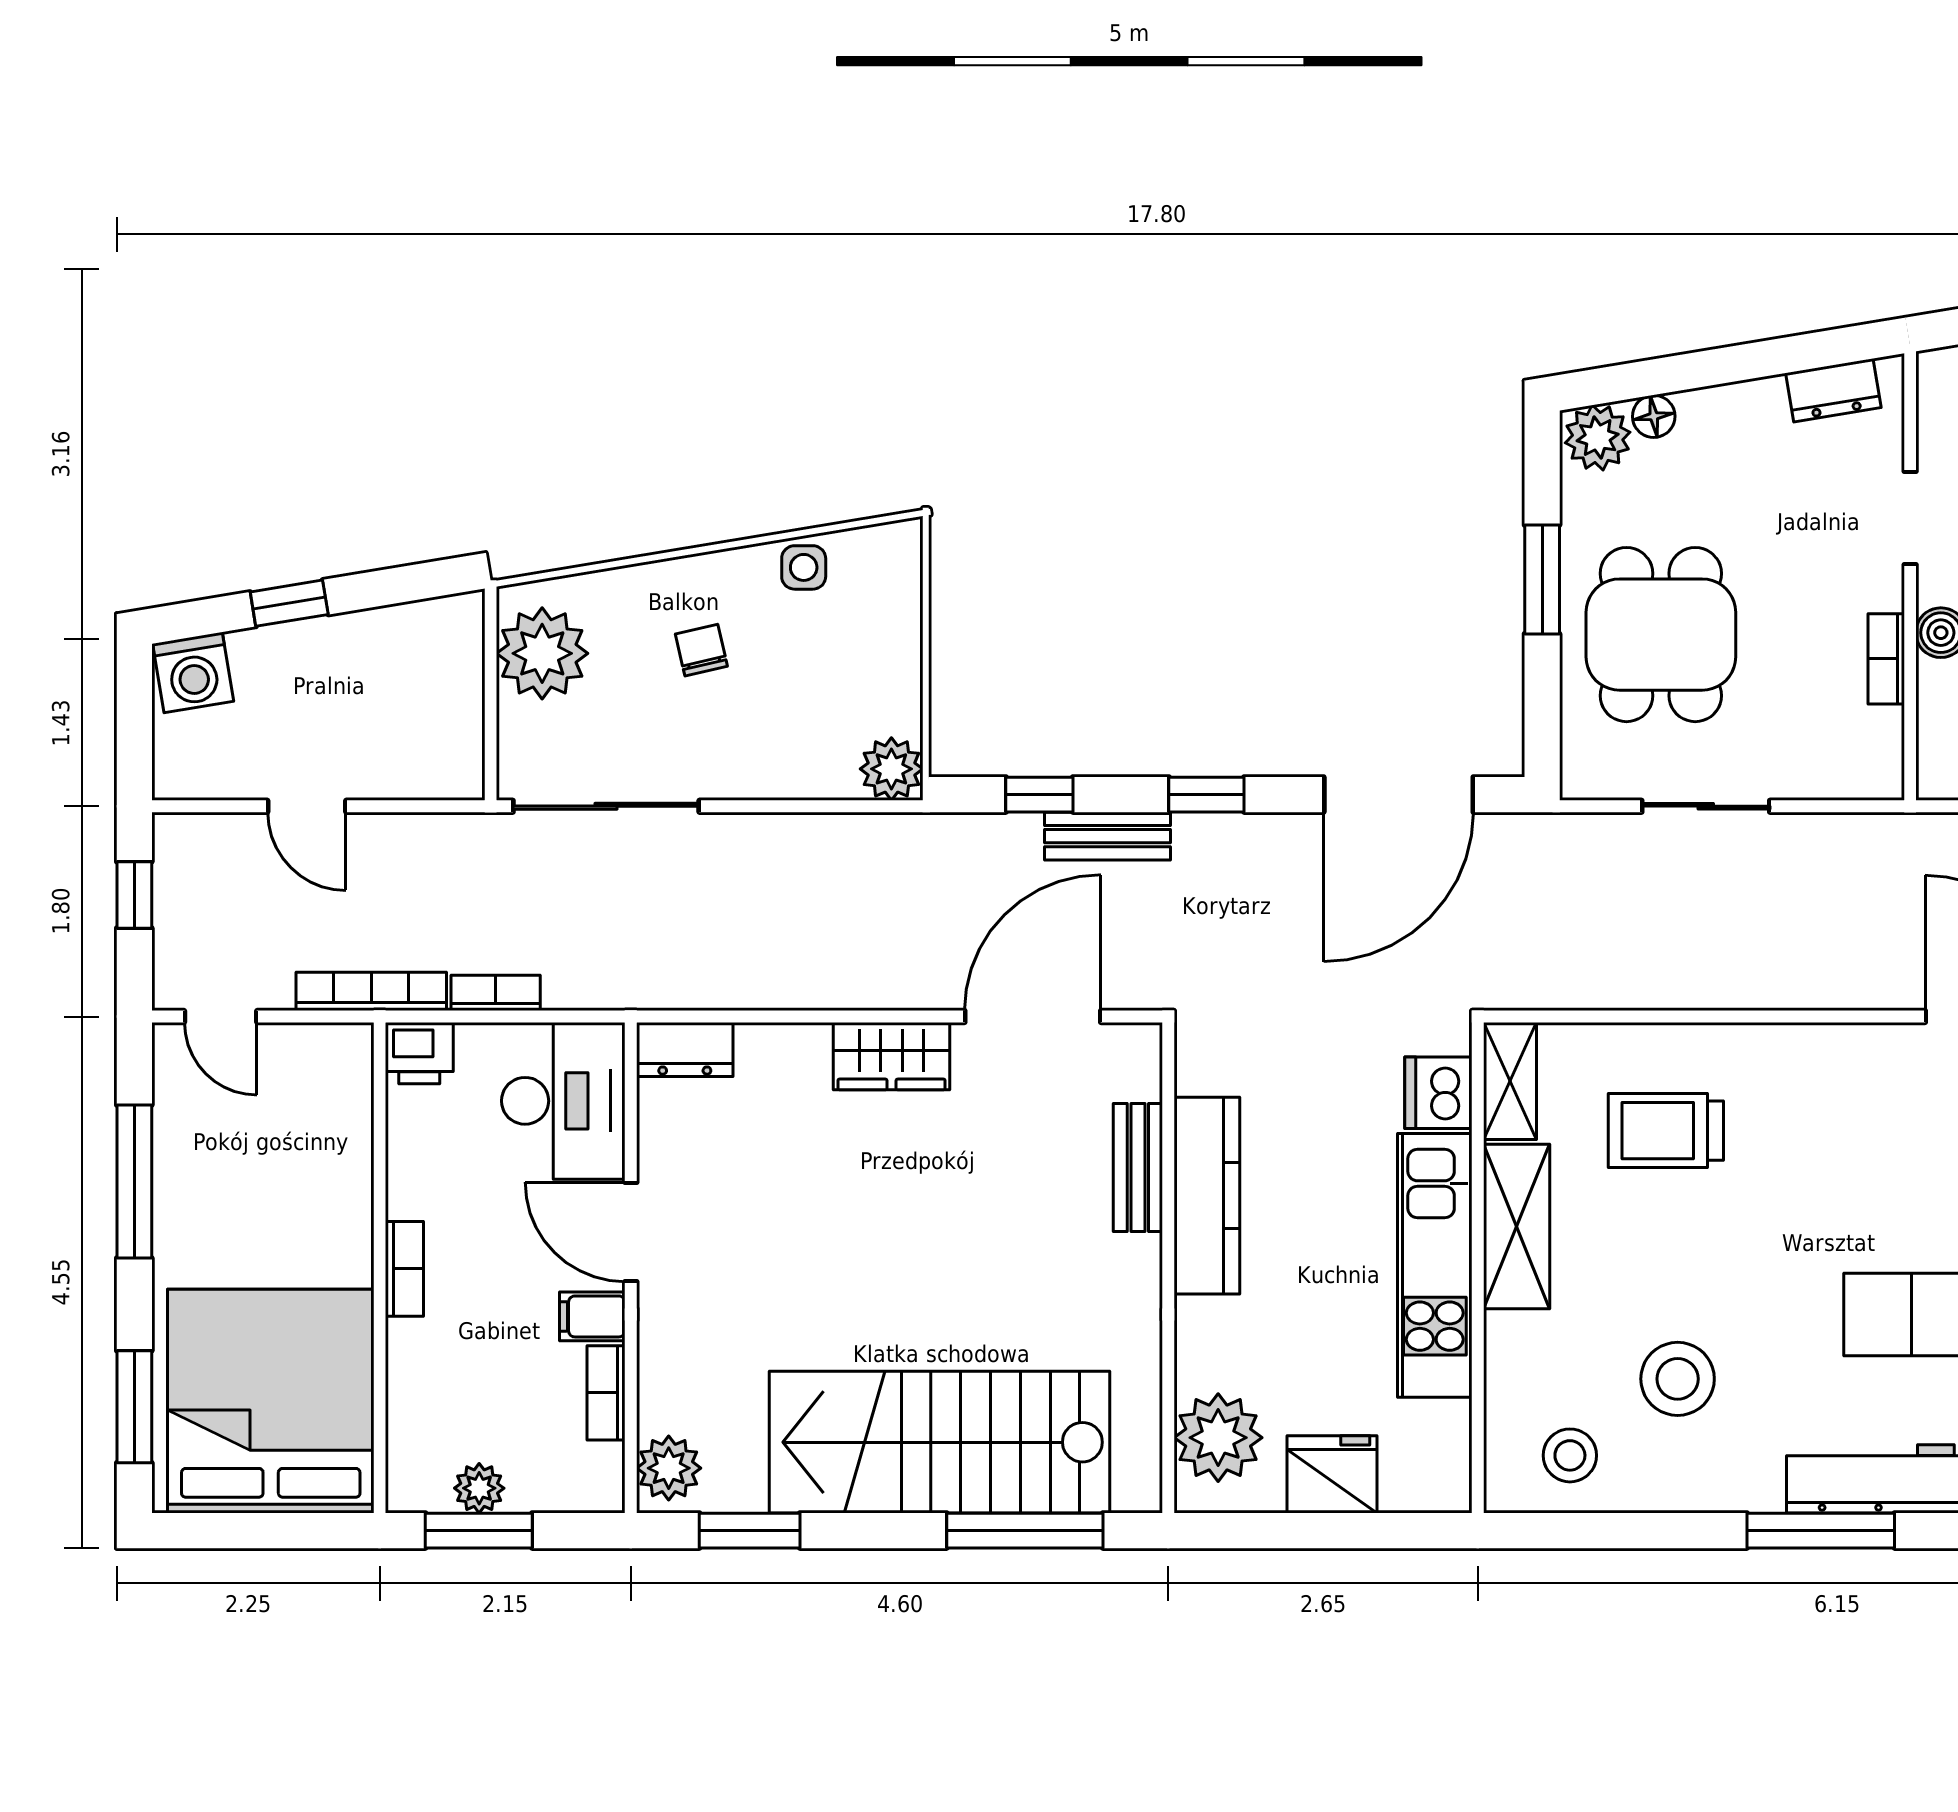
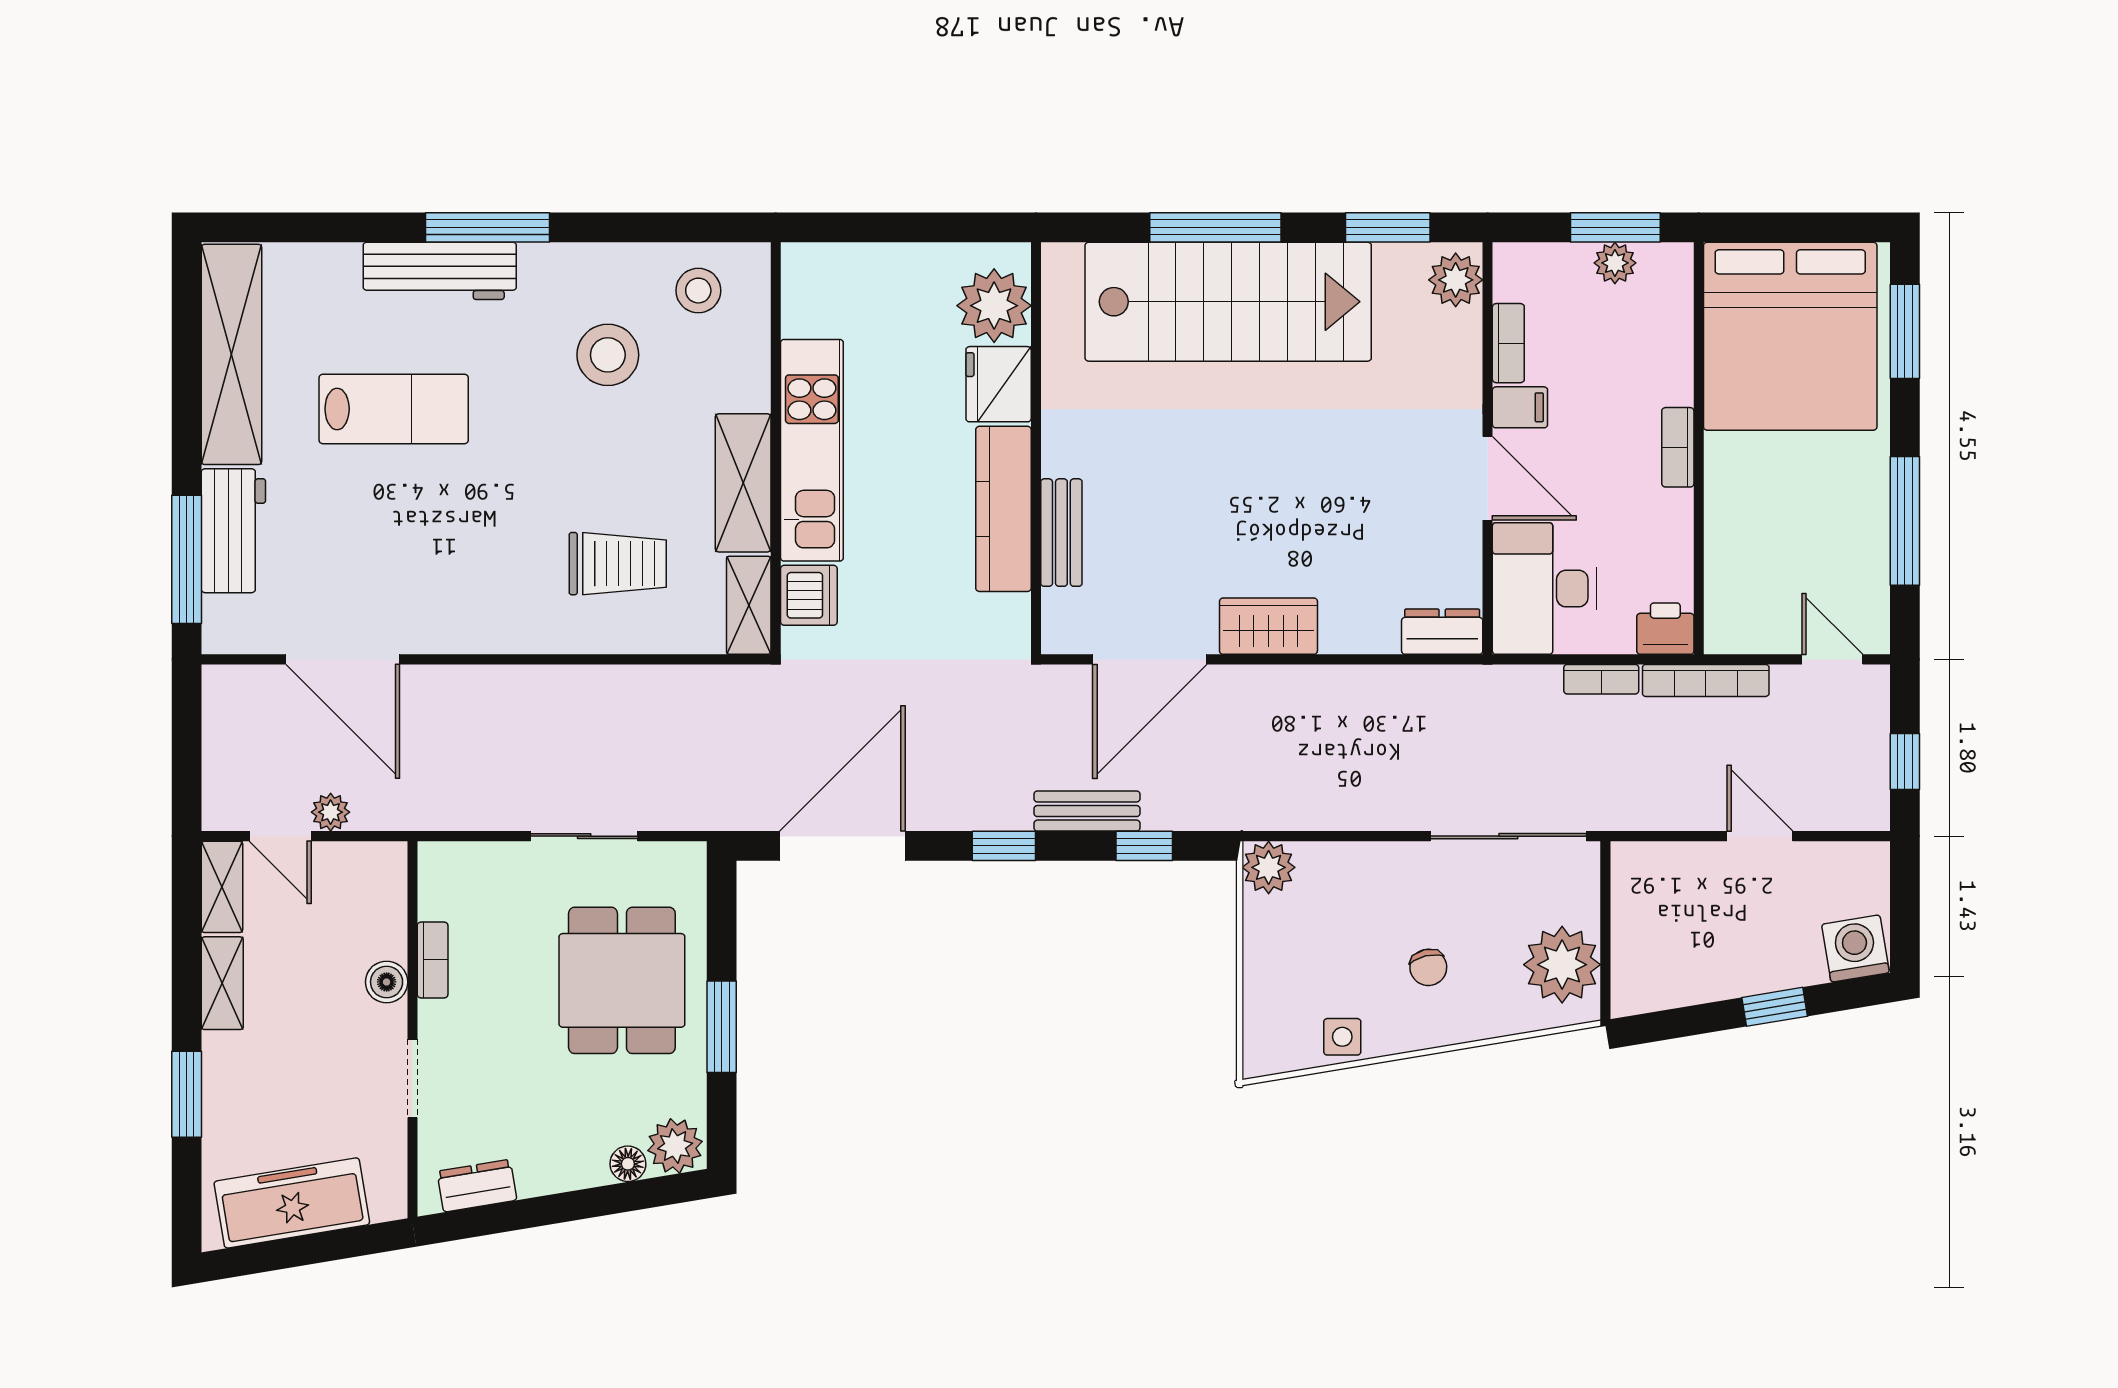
fridge: (1332, 1474) -> (999, 384), moved, turned 90
window: (1025, 1531) -> (1215, 227), moved

